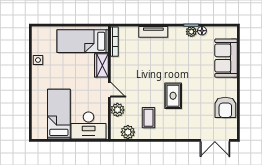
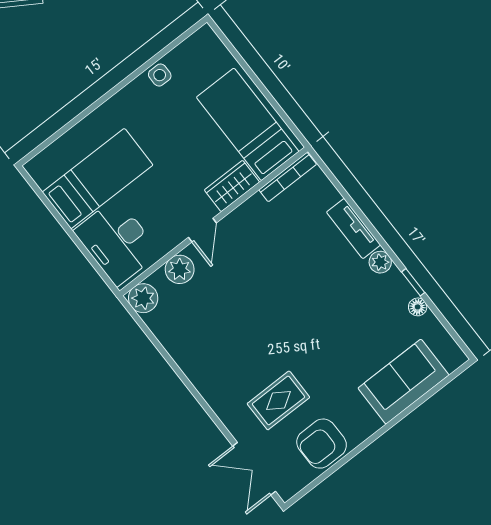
plant: (191, 32) -> (380, 262), moved
rug: (173, 96) -> (278, 400), moved
coffee table: (149, 118) -> (206, 331), removed
plant: (128, 132) -> (143, 298), moved

